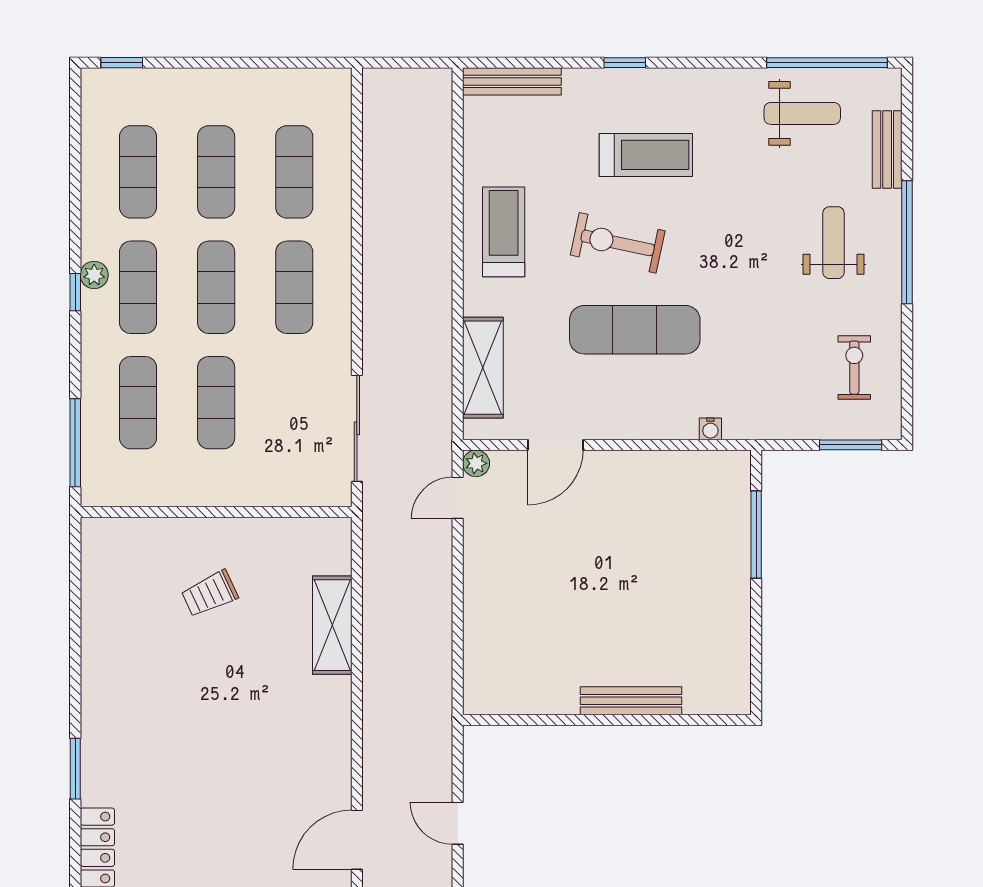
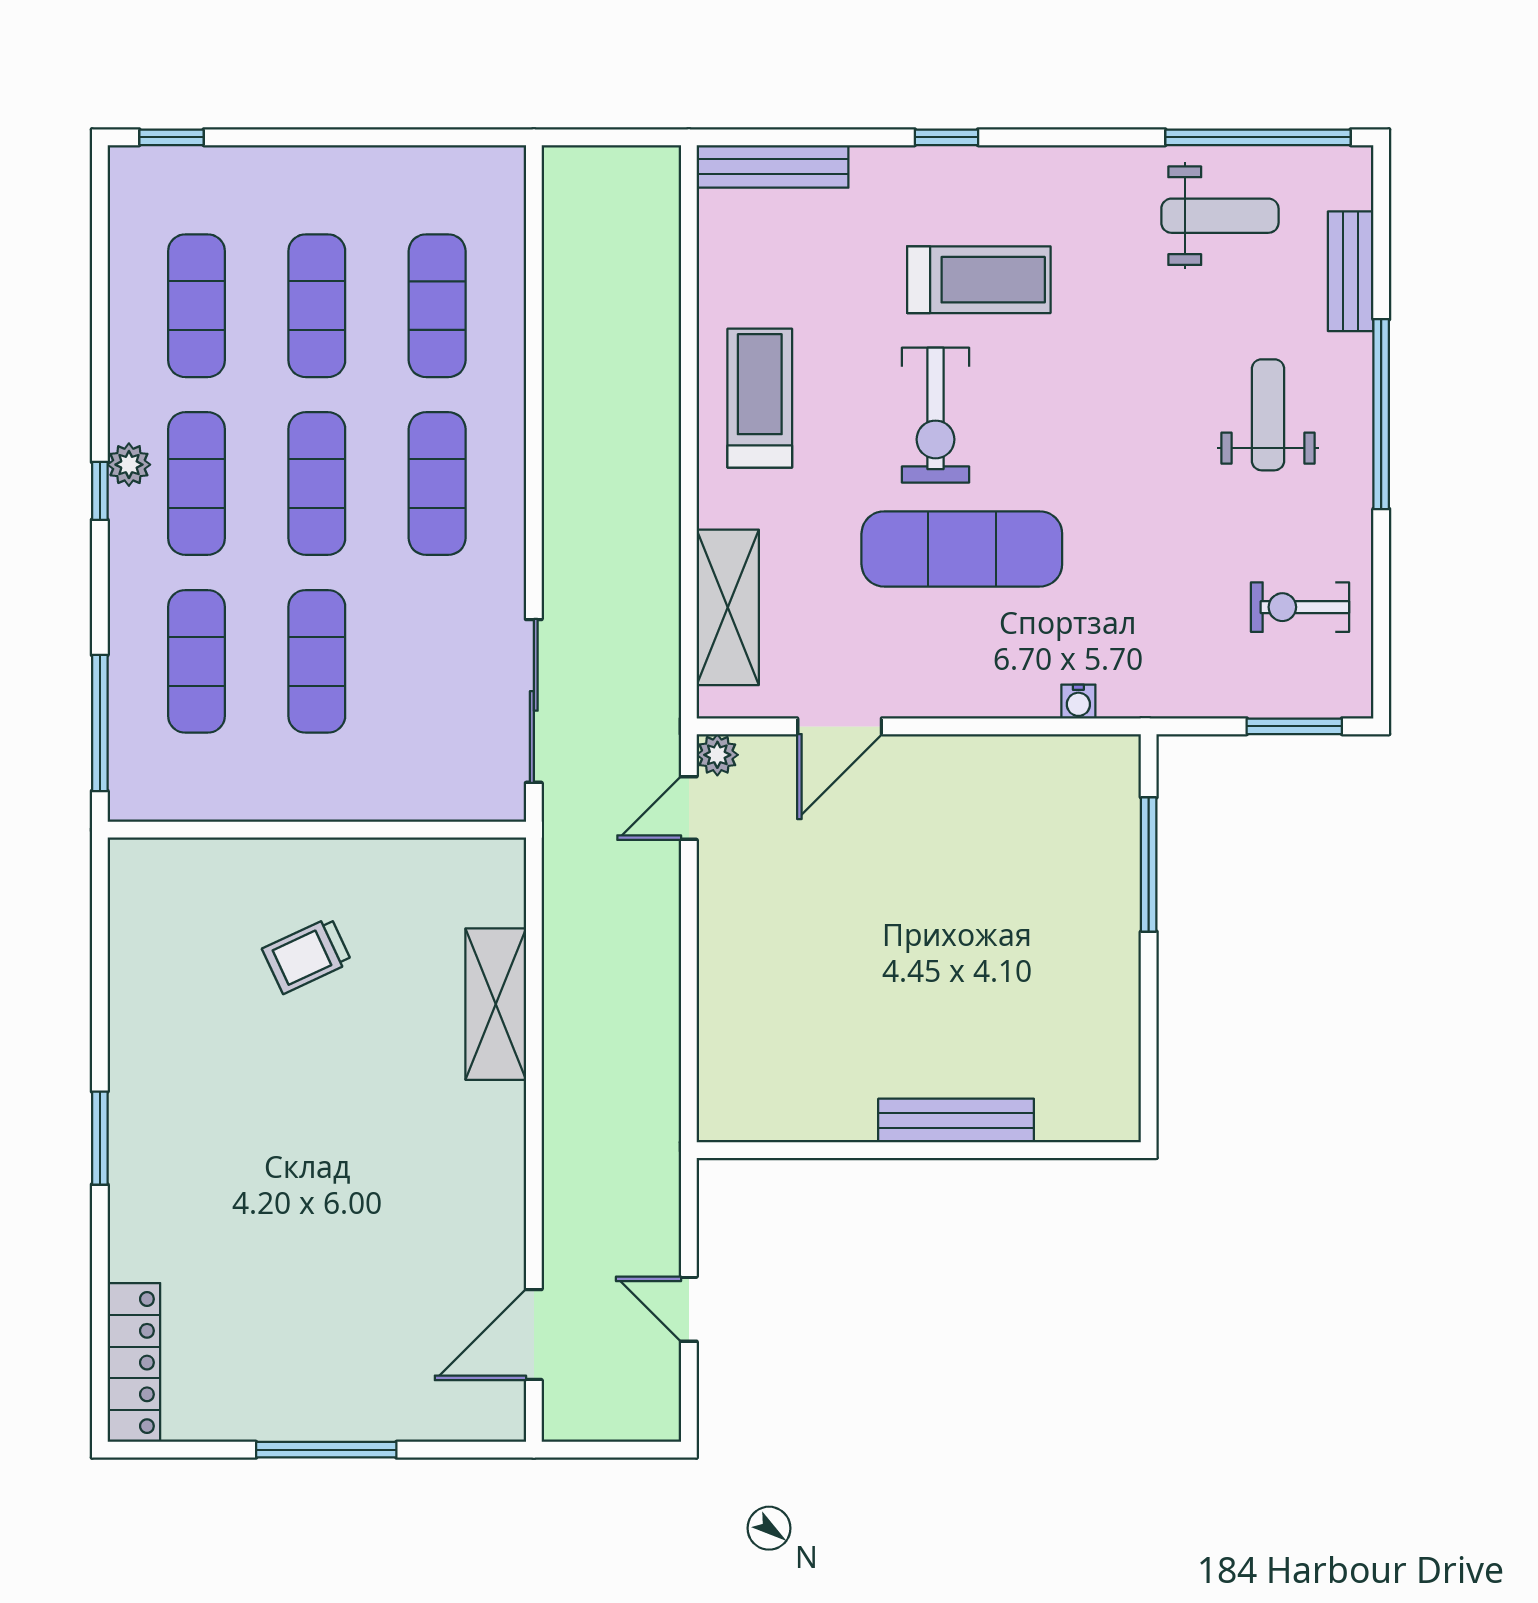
exercise bike: (618, 243) -> (935, 415), turned -102
exercise bike: (854, 368) -> (1300, 607), turned -90
window: (75, 769) -> (100, 1138), moved

